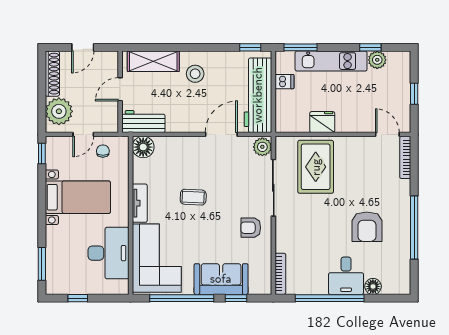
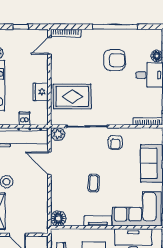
dishwasher: (284, 82) -> (24, 119), moved
workbench: (143, 122) -> (40, 218), removed

